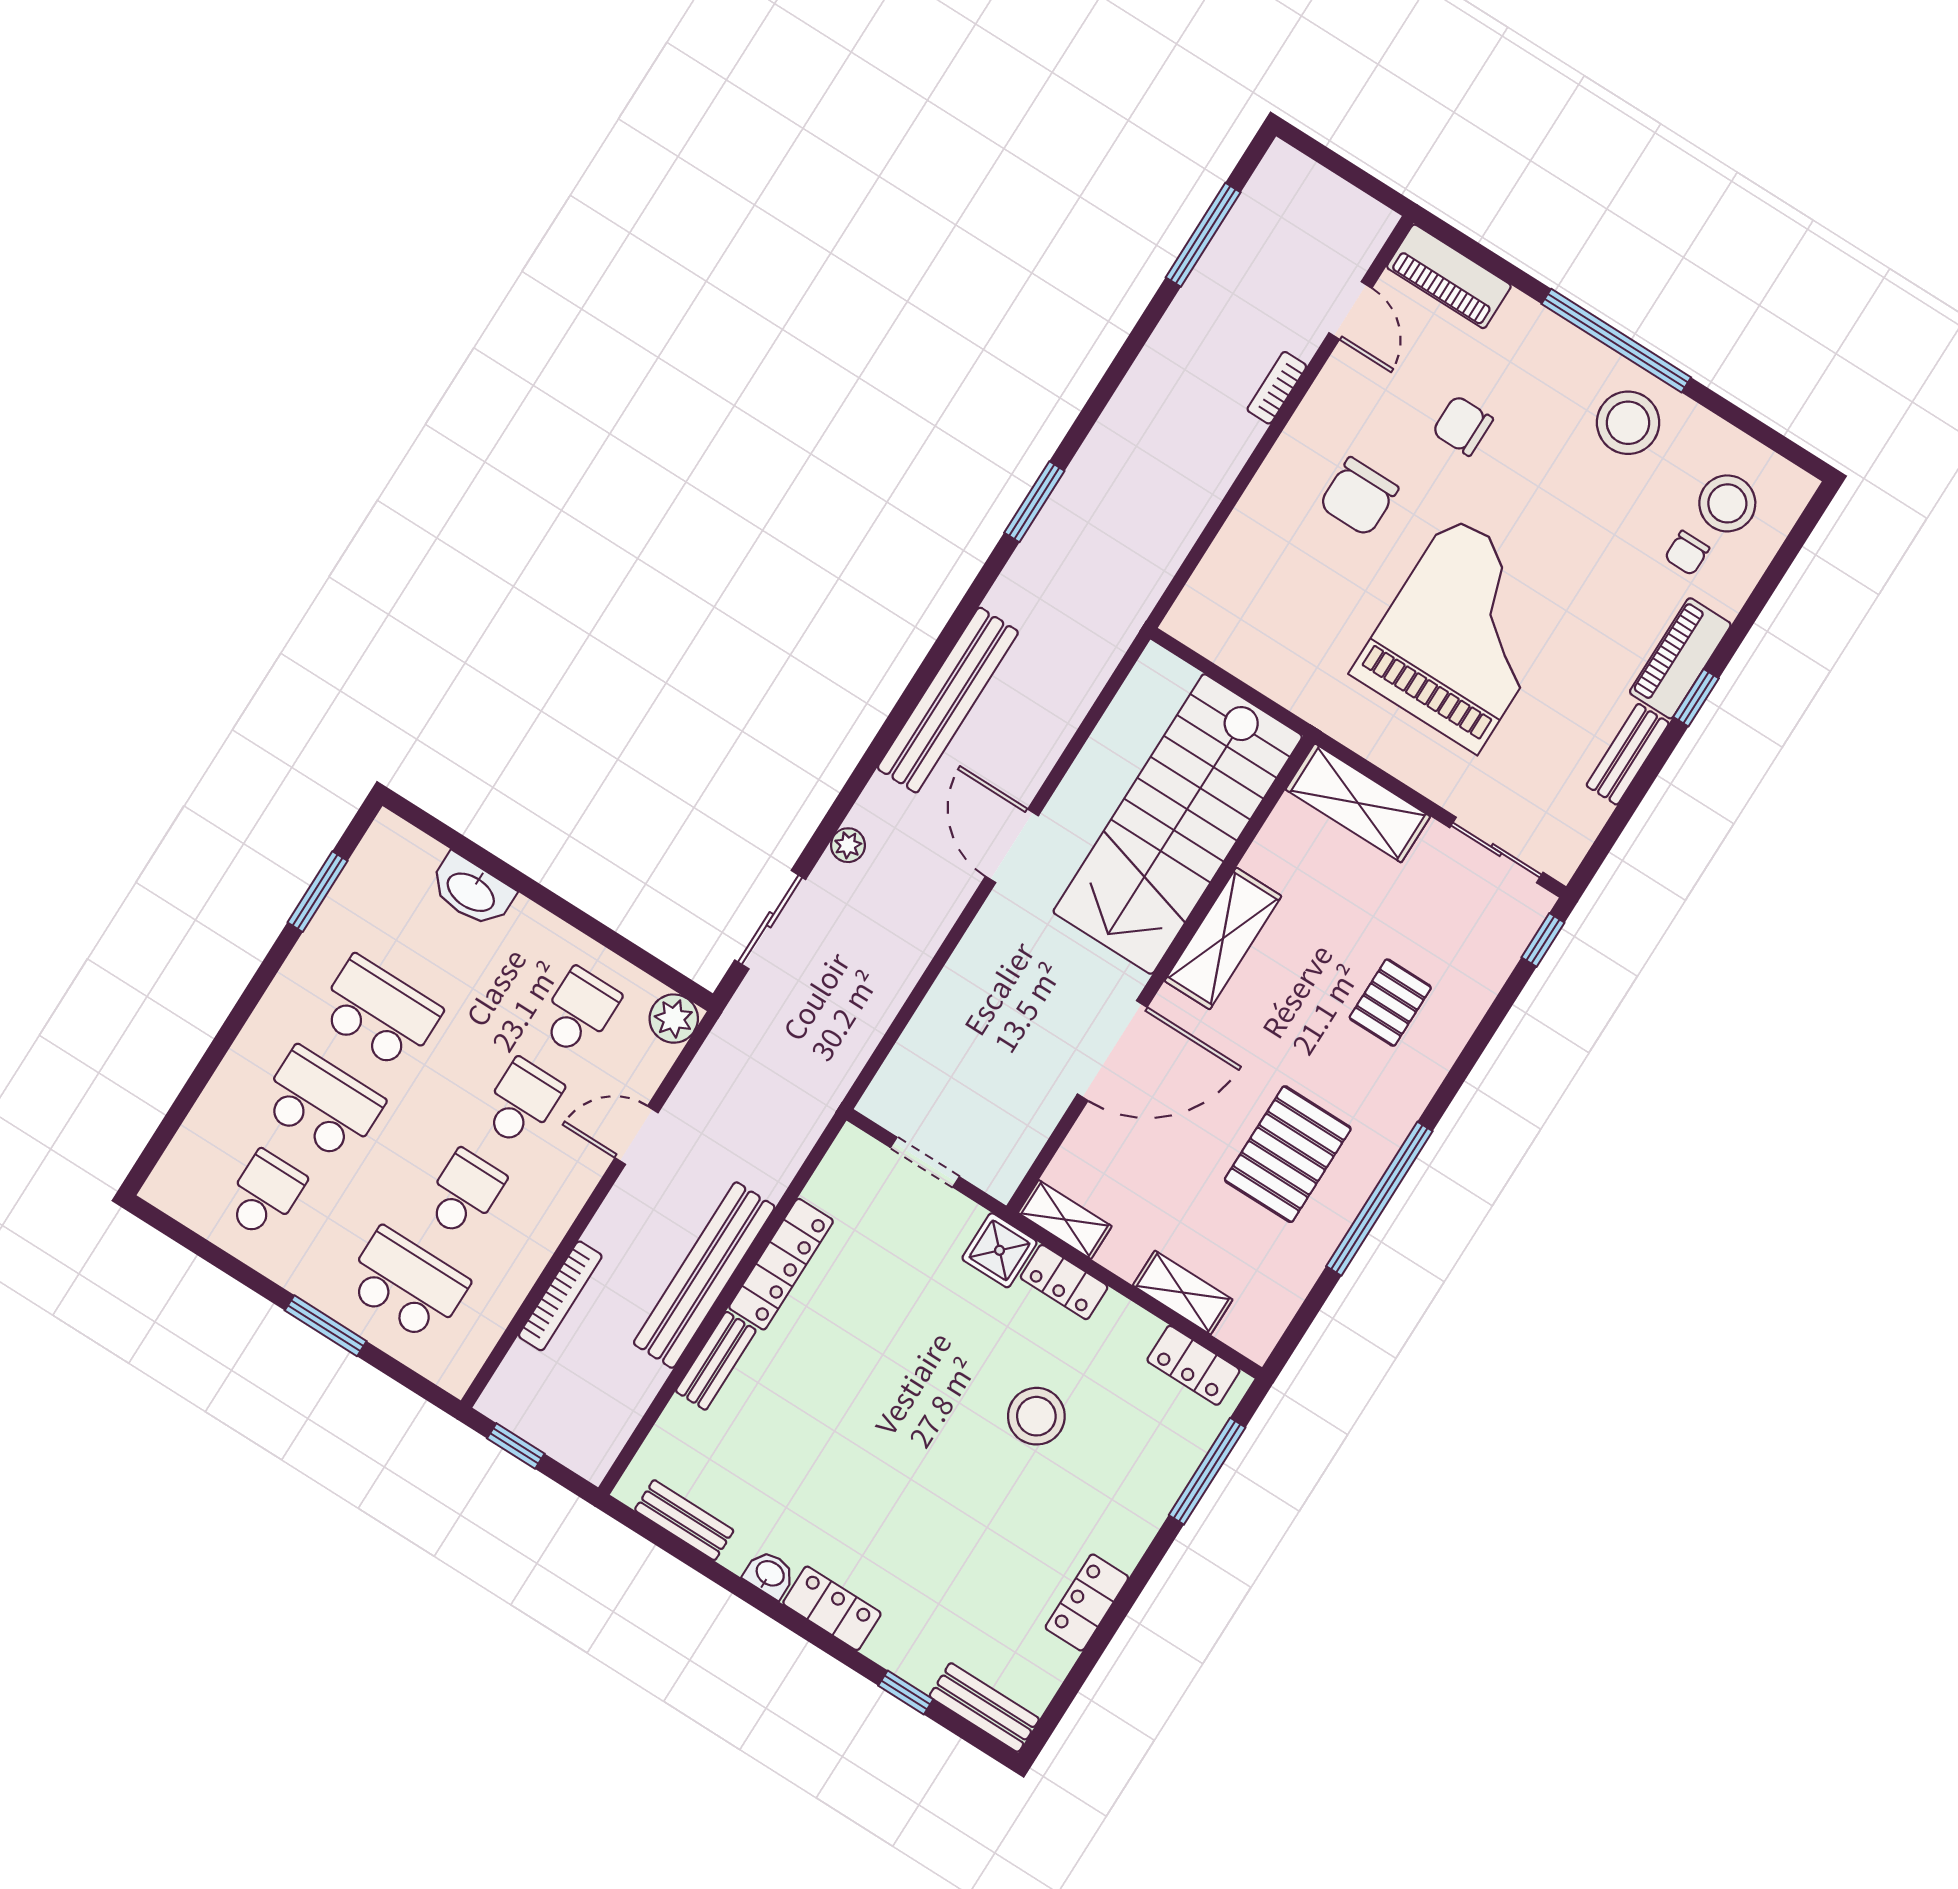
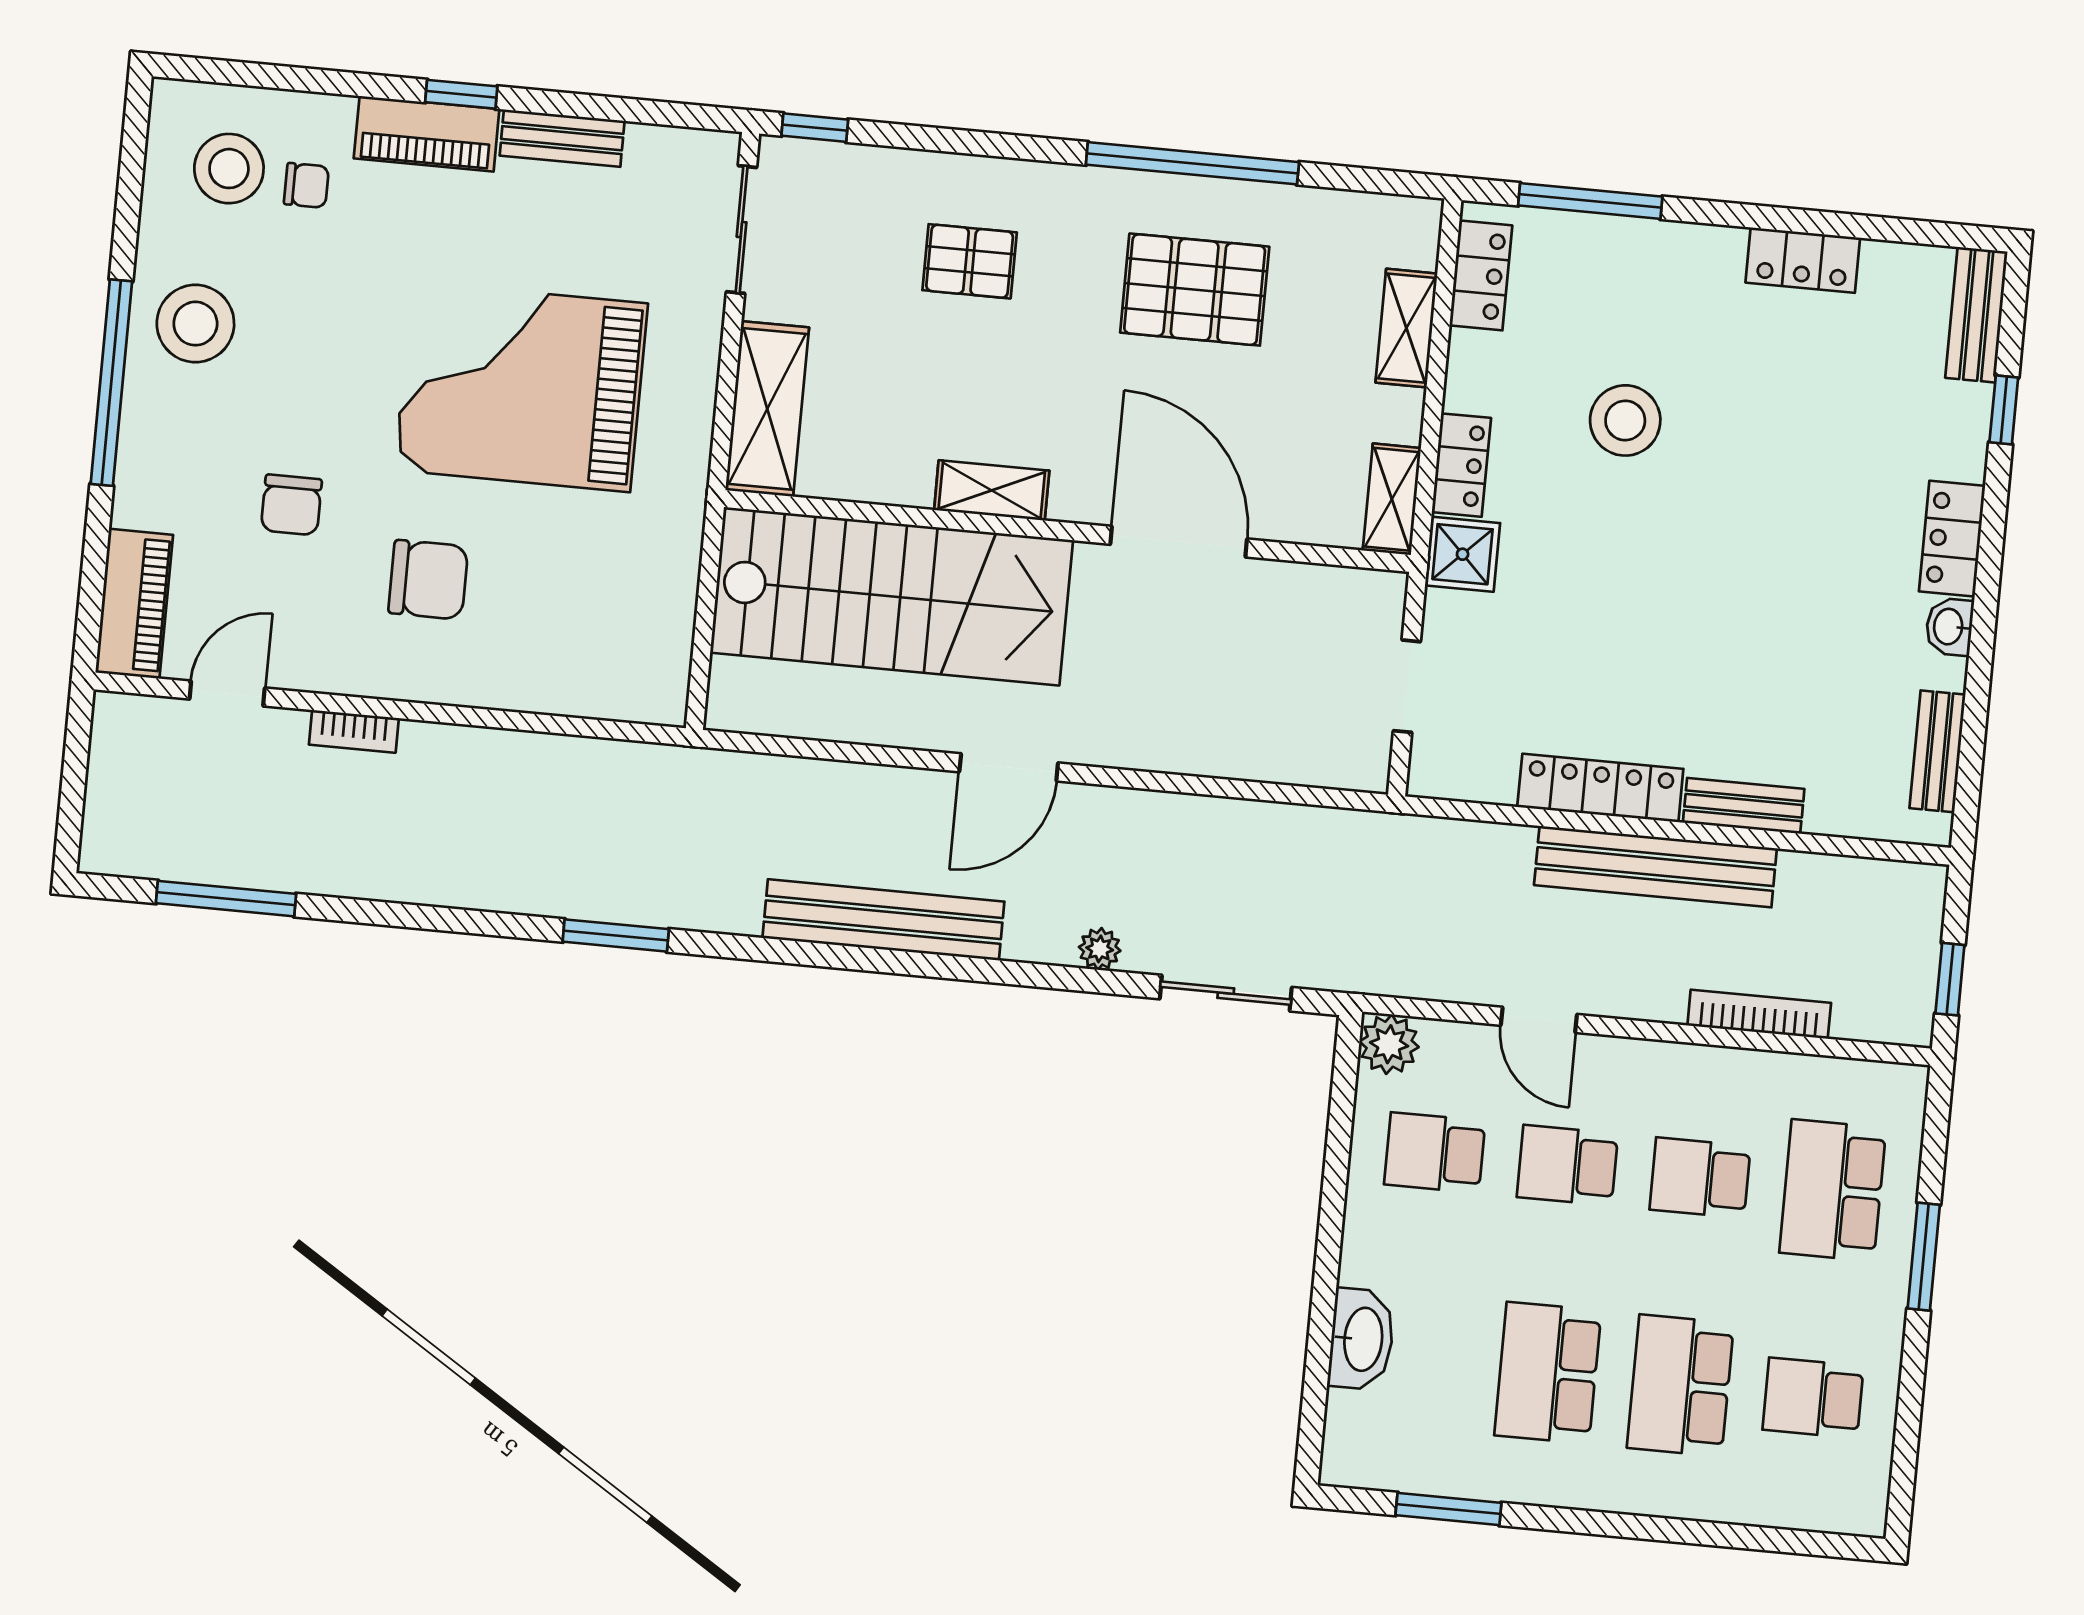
shelving: (1223, 938) -> (992, 490), width x0.67, depth x0.75

